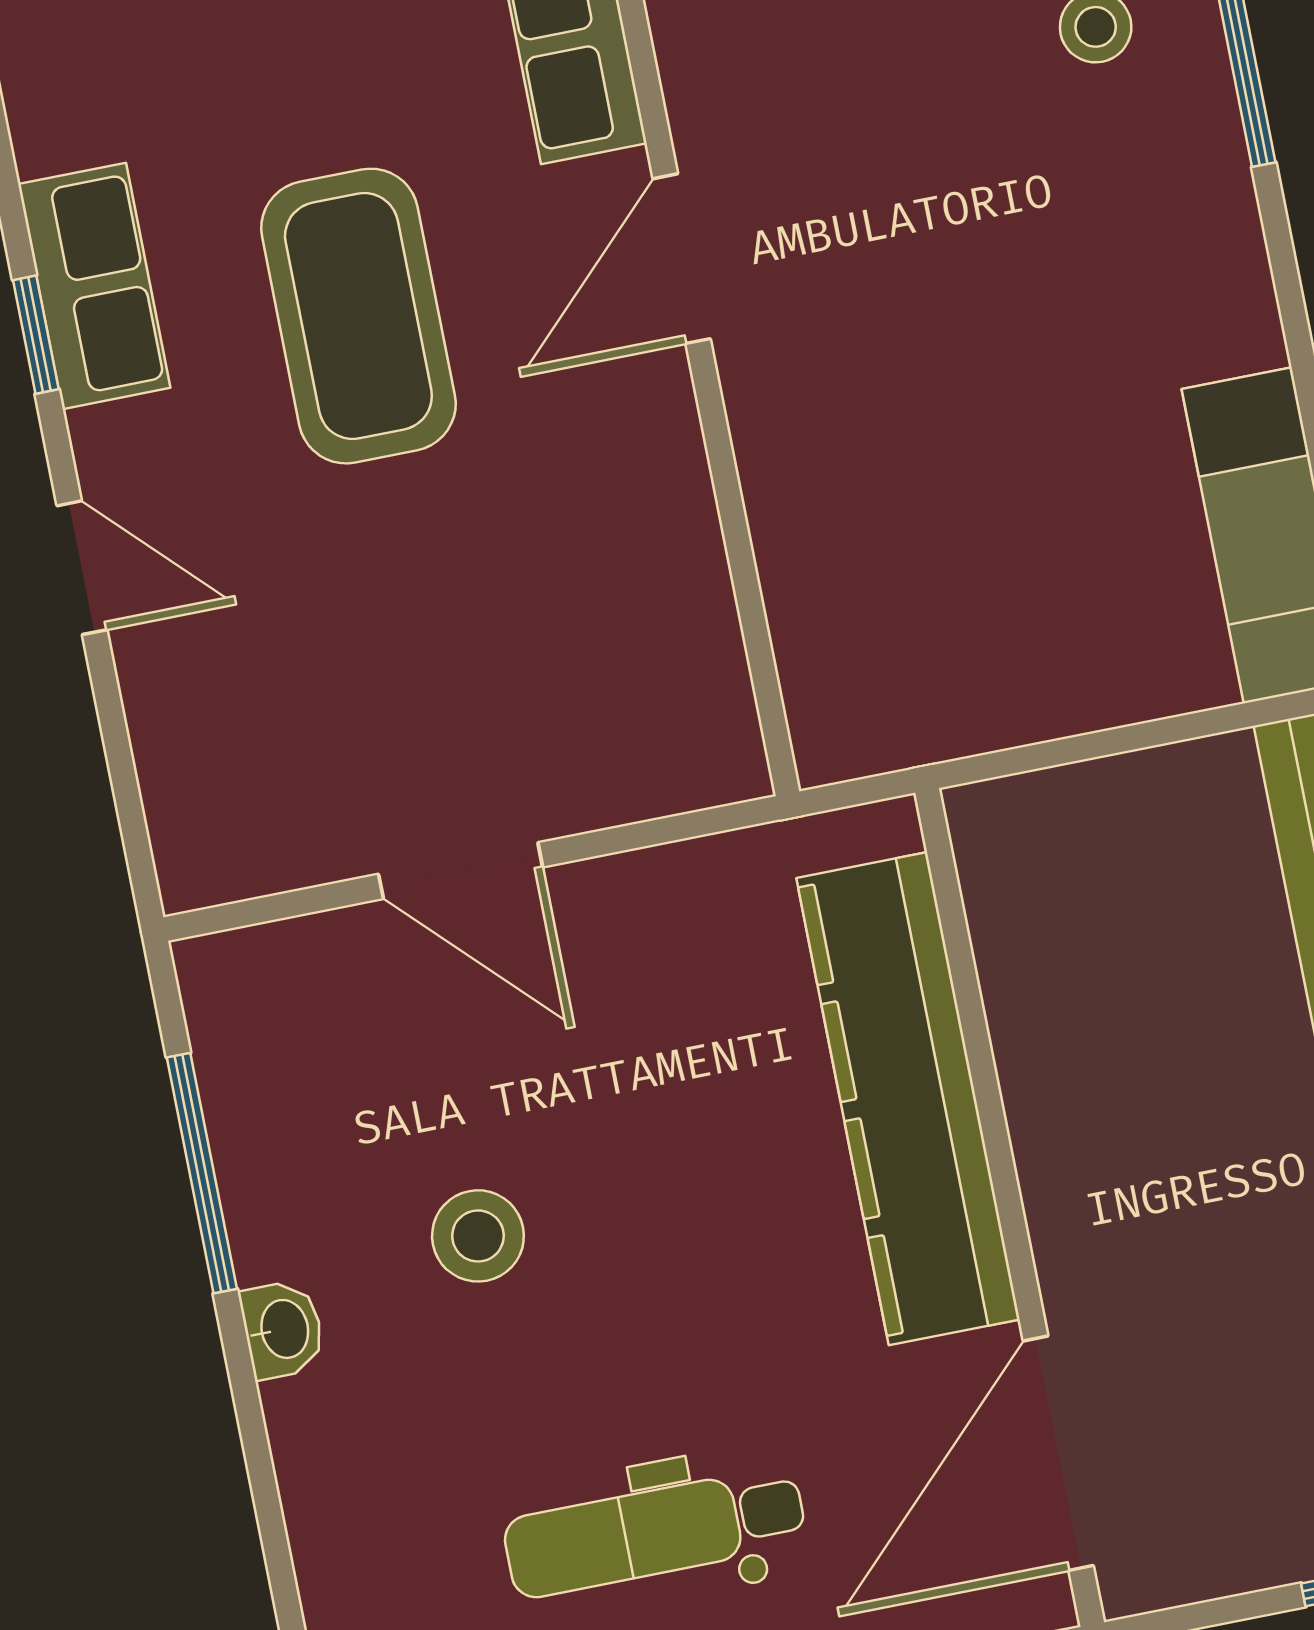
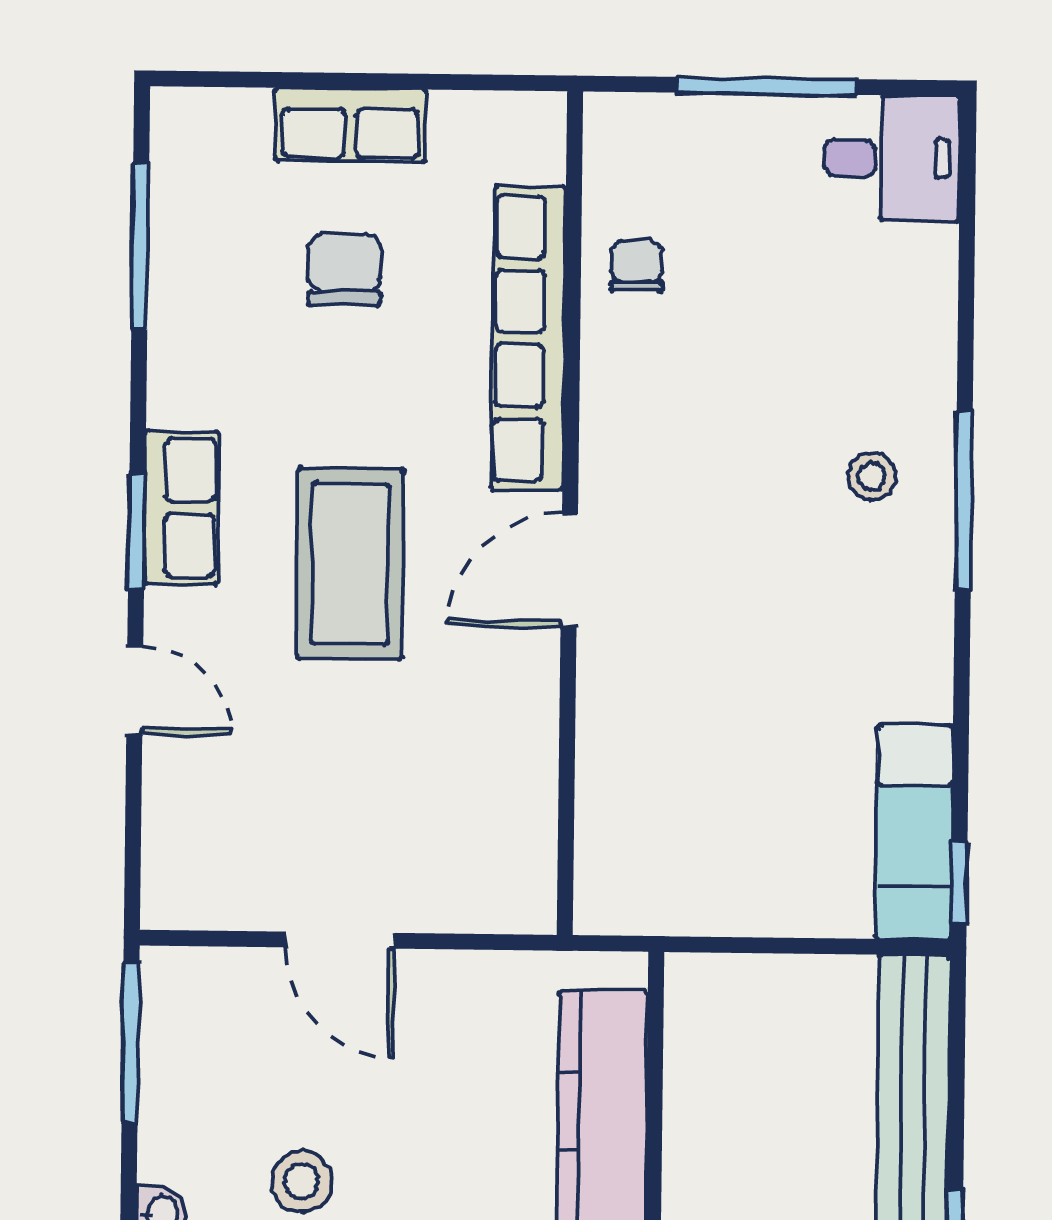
window: (36, 335) -> (137, 531), width x1.50
window: (202, 1173) -> (130, 1042), moved

